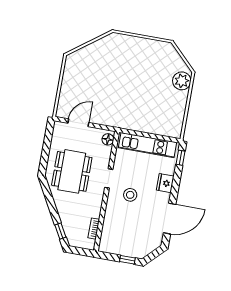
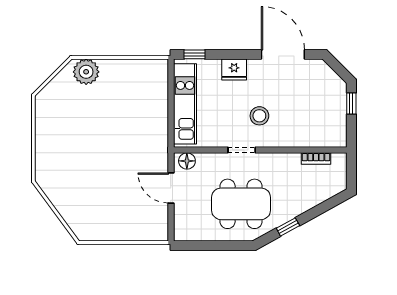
door: (78, 123) -> (171, 188), moved
window: (60, 231) -> (288, 227), moved

